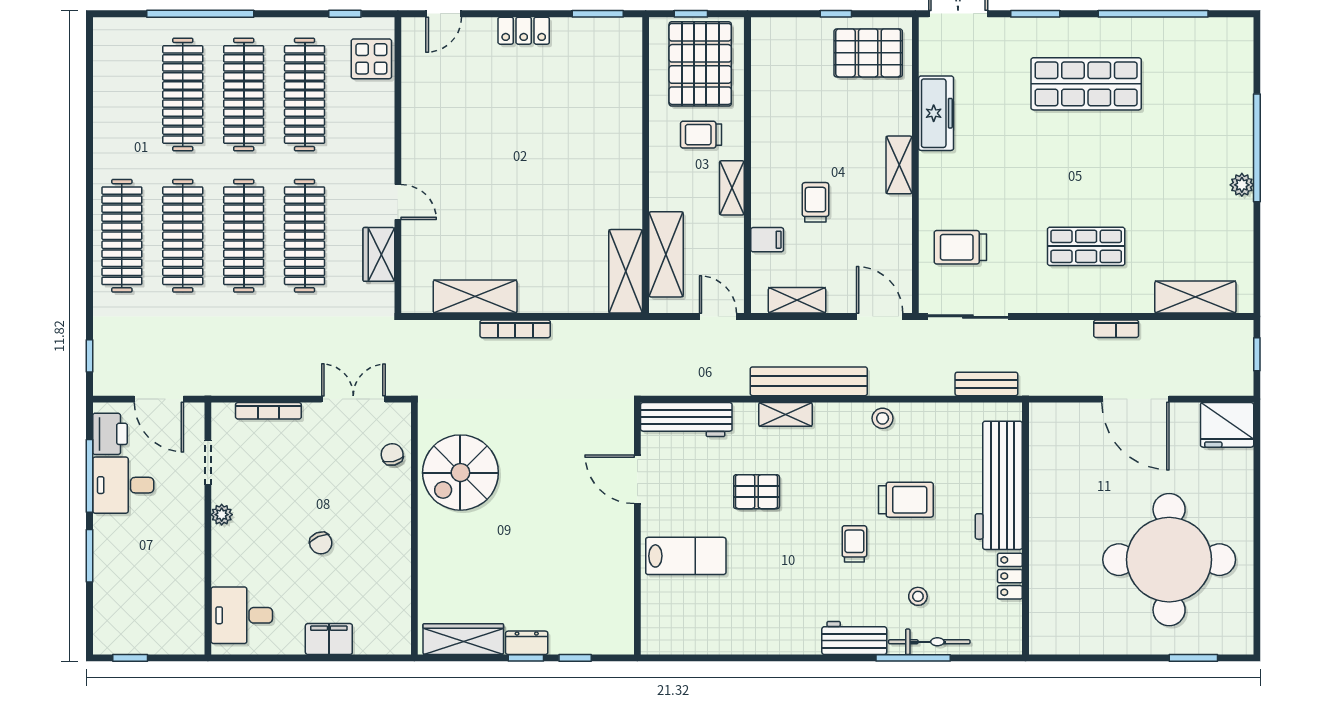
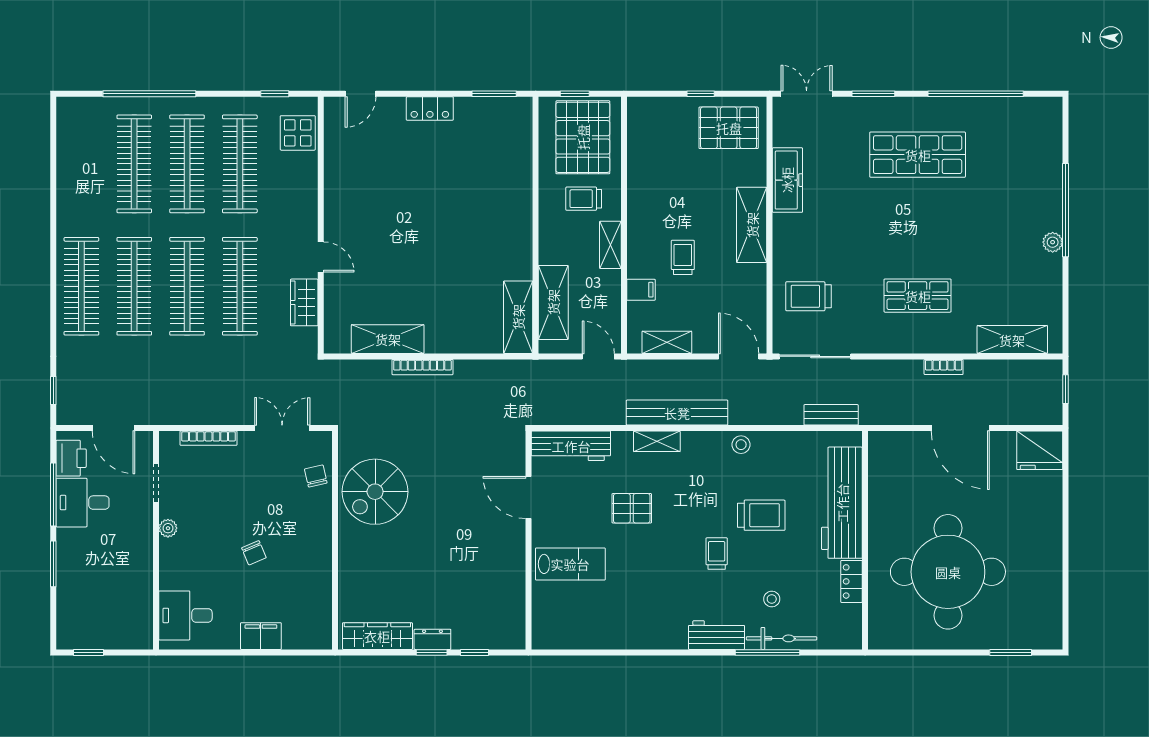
shelving: (899, 165) -> (752, 225), width x1.50, depth x1.33
round table: (1169, 560) -> (948, 572), moved

